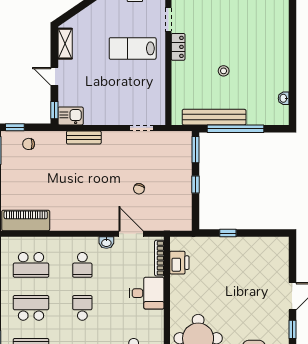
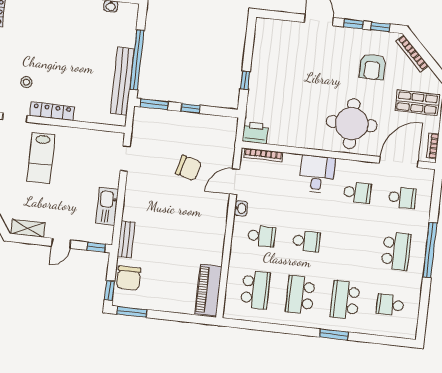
locker: (178, 47) -> (52, 111), width x1.53
stool: (224, 71) -> (26, 82), moved
kitchen sink: (71, 116) -> (107, 206), moved, width x1.38
bench: (84, 137) -> (126, 239), moved
chair: (29, 144) -> (129, 278), width x1.87, depth x1.87
chair: (139, 189) -> (188, 168), width x1.87, depth x1.87
printer: (179, 263) -> (255, 133), moved
desk: (147, 293) -> (317, 174), moved
school desk: (82, 308) -> (306, 241), turned 180

